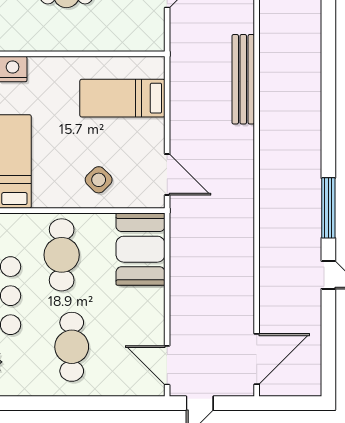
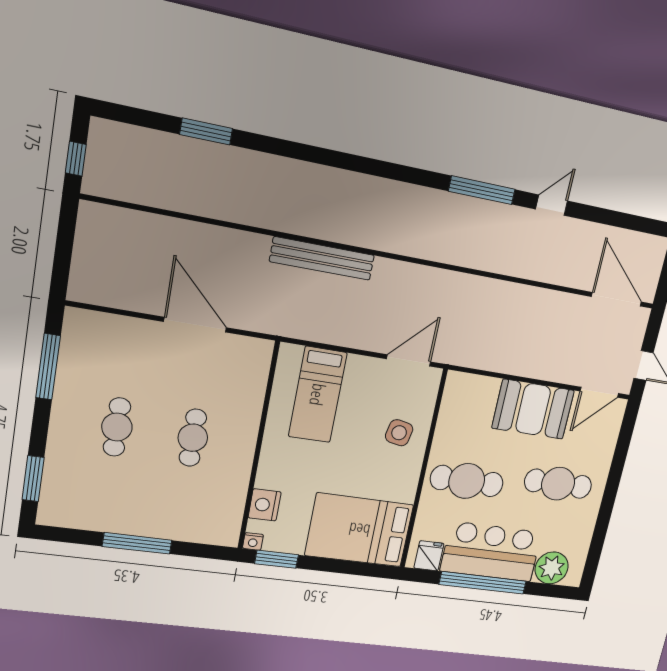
side table: (99, 180) -> (399, 433), turned -34
booth: (141, 249) -> (533, 409), moved

